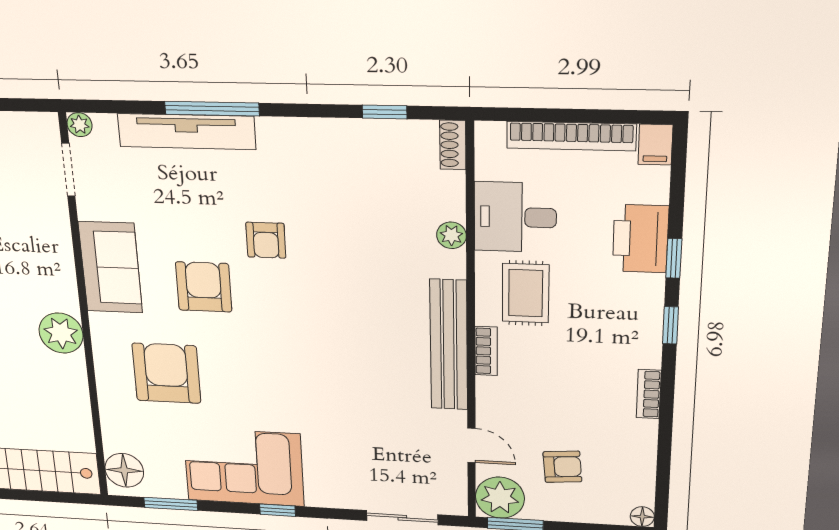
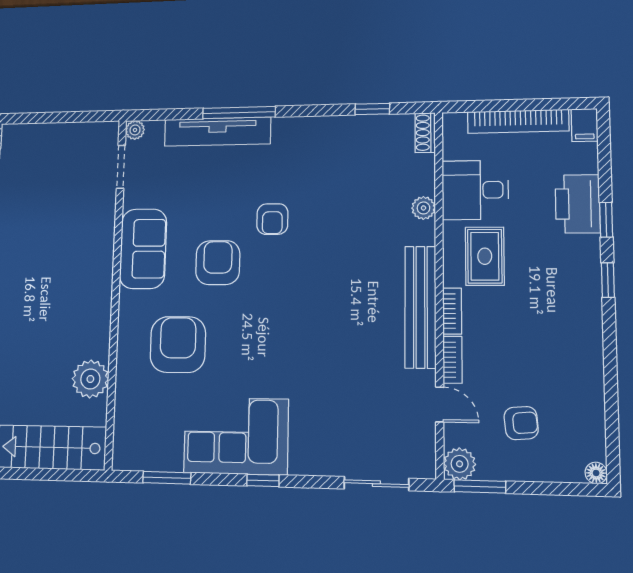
plant: (61, 333) -> (90, 379), moved
bookcase: (649, 394) -> (452, 360), moved, turned 180
floor lamp: (124, 470) -> (129, 444), removed
plant: (500, 498) -> (460, 464), width x0.73, depth x0.73

